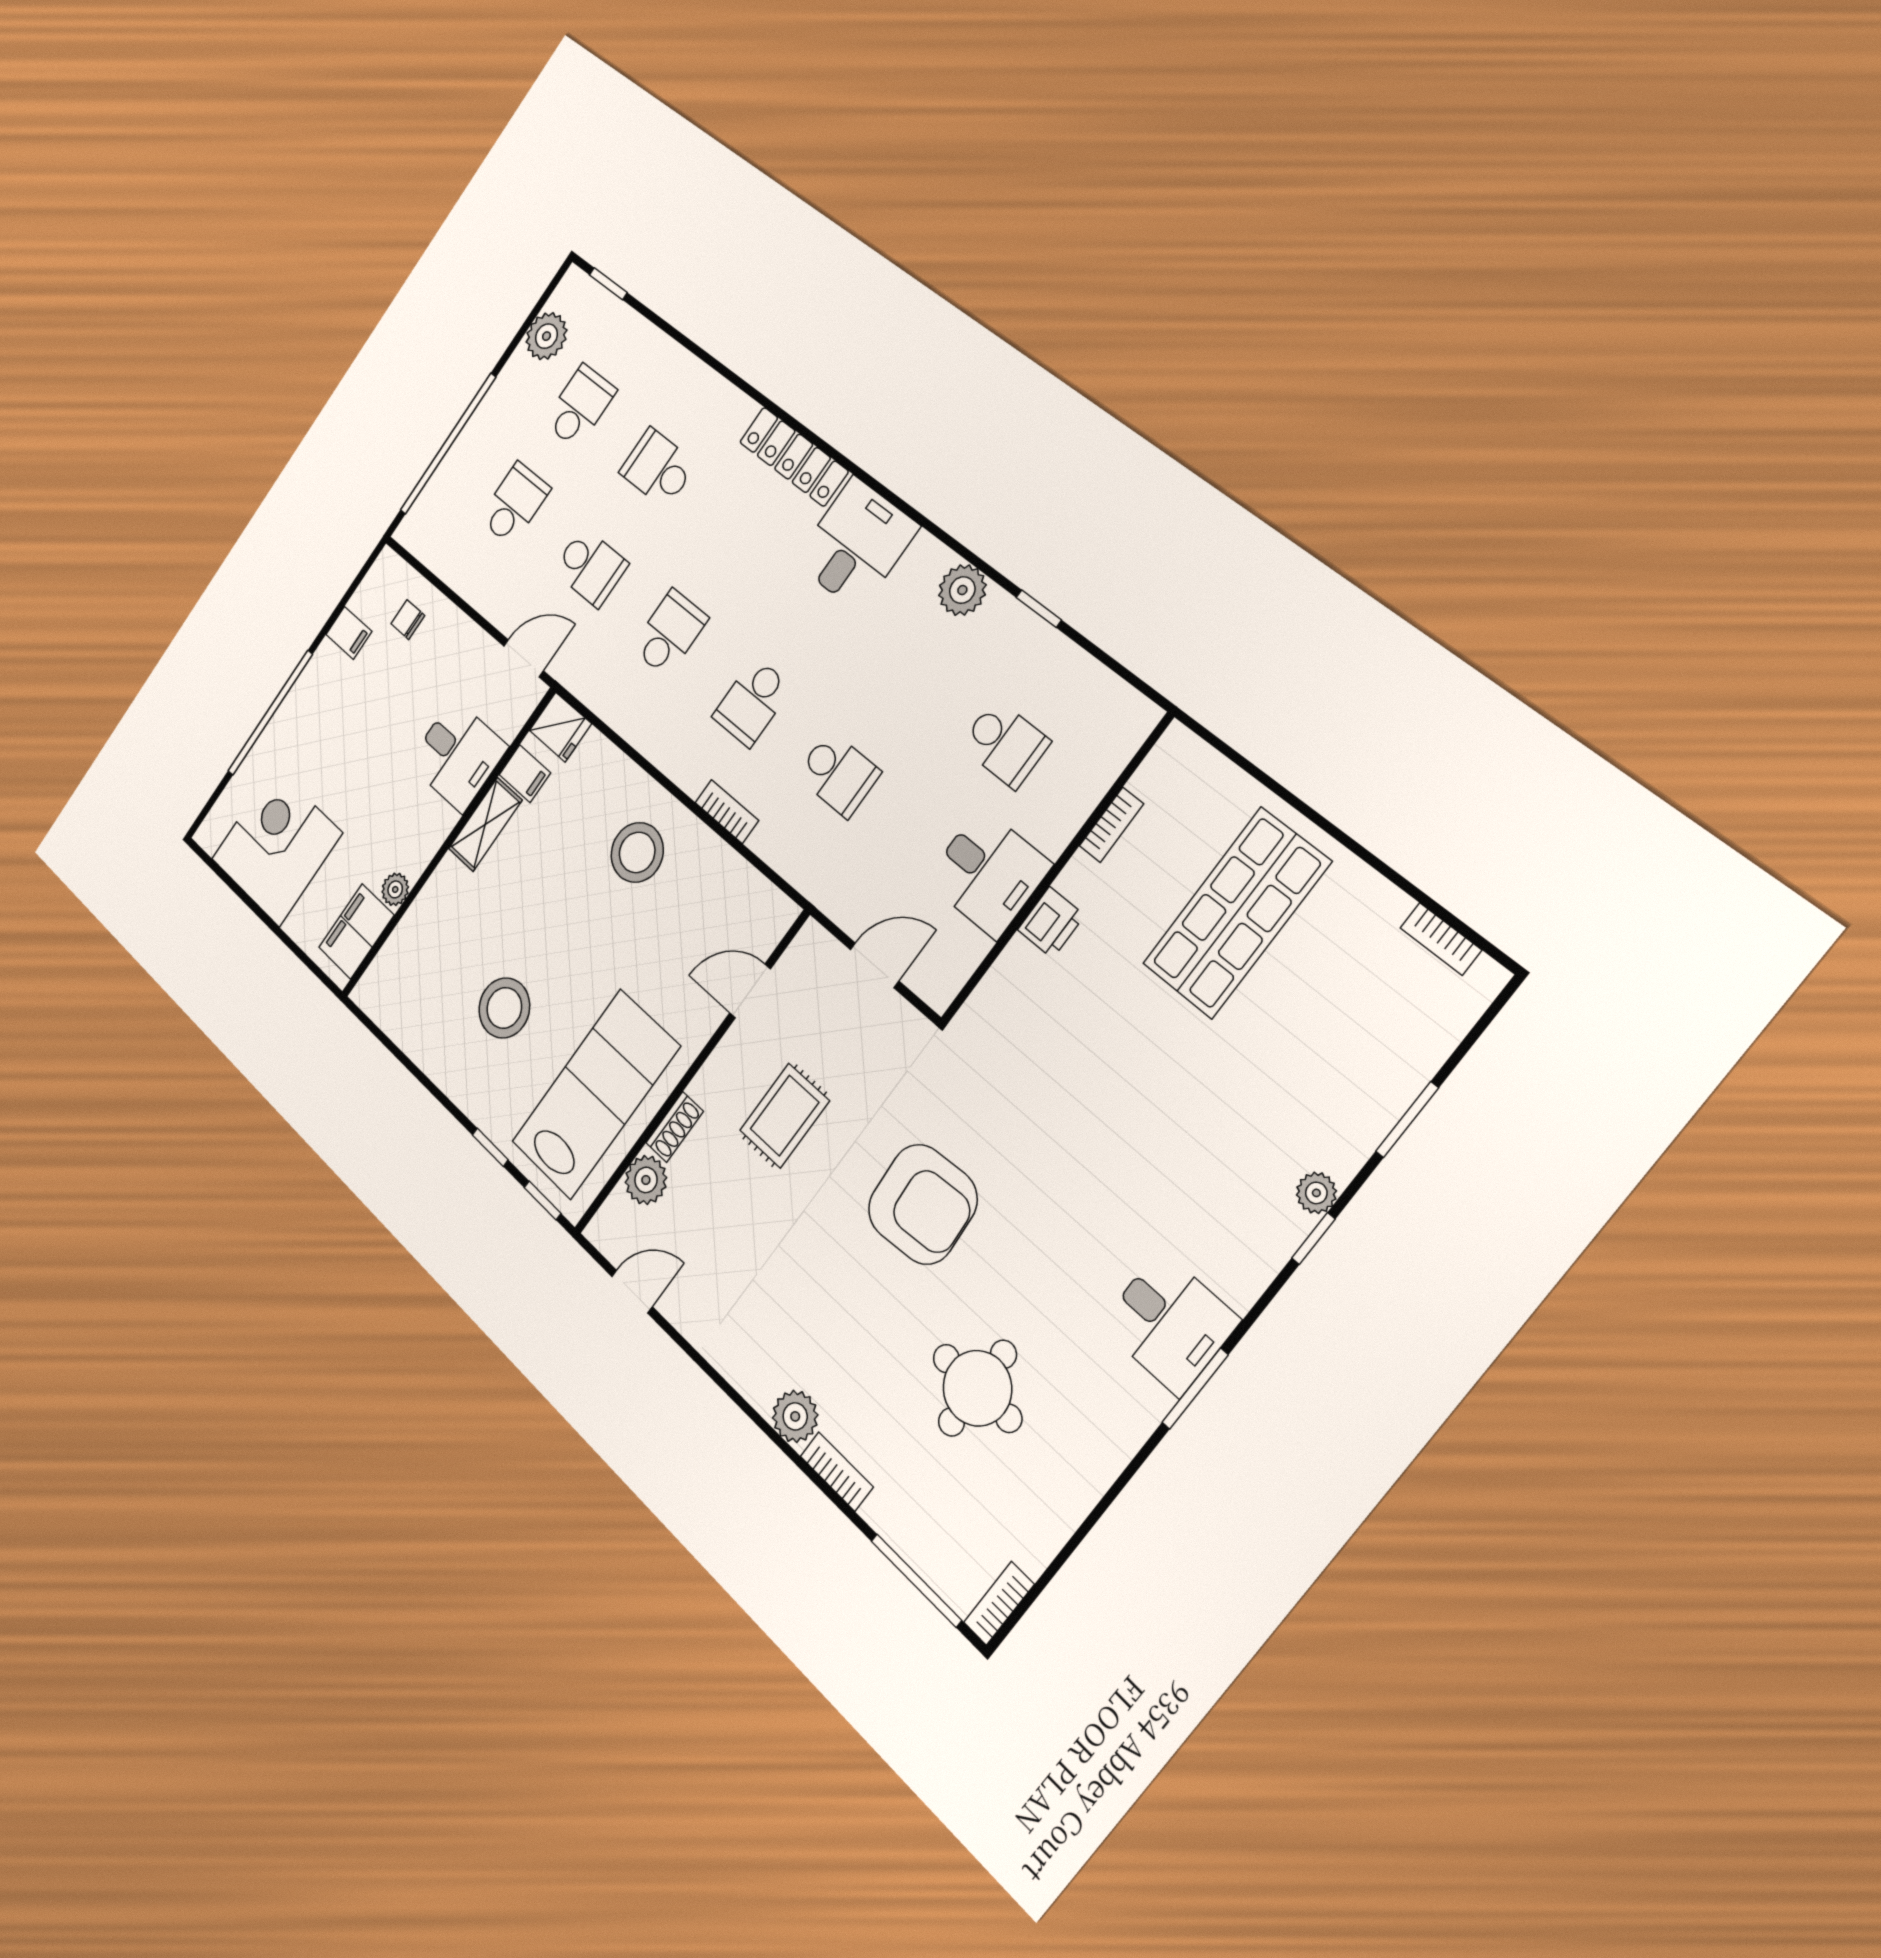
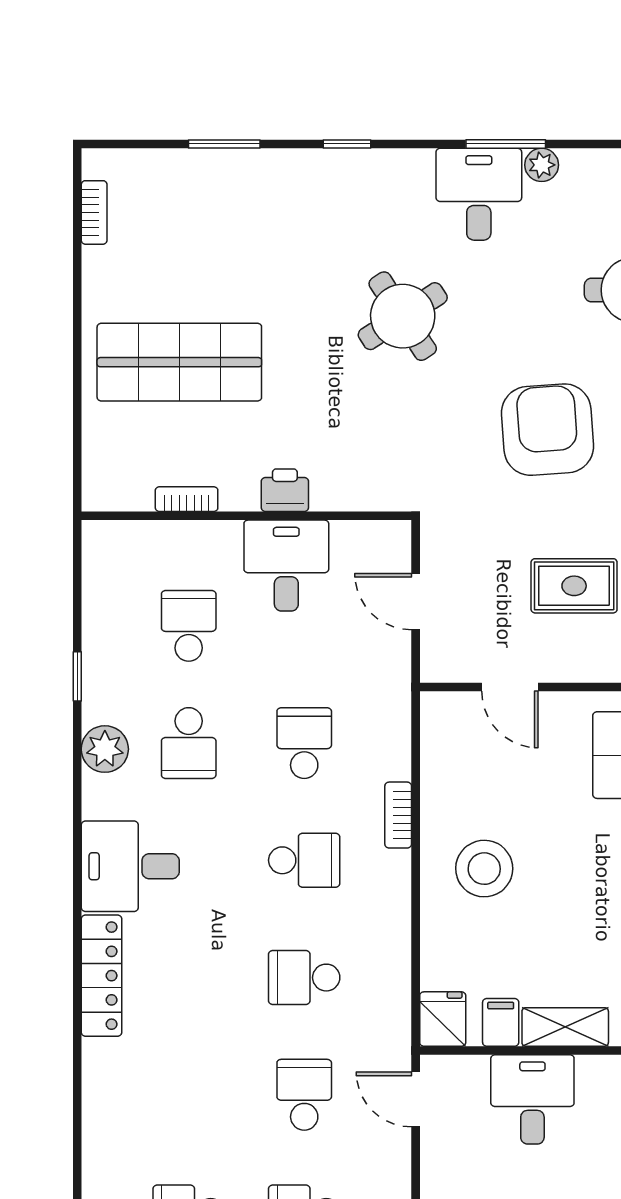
school desk: (658, 468) -> (189, 743), moved
round table: (1117, 1157) -> (403, 316), added
plant: (1316, 1193) -> (542, 165), moved

